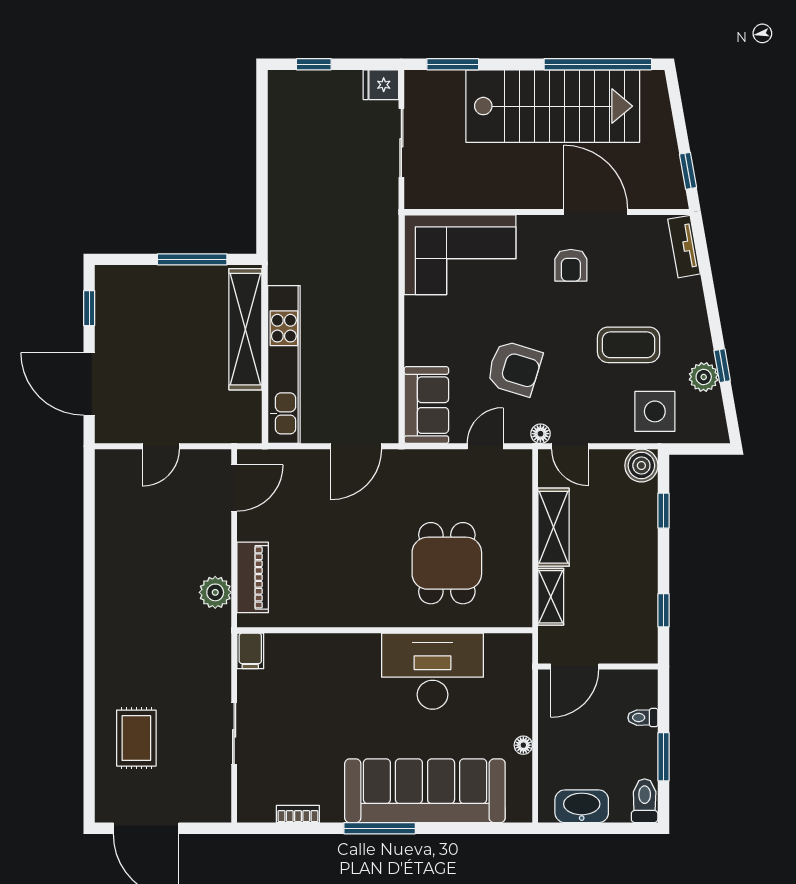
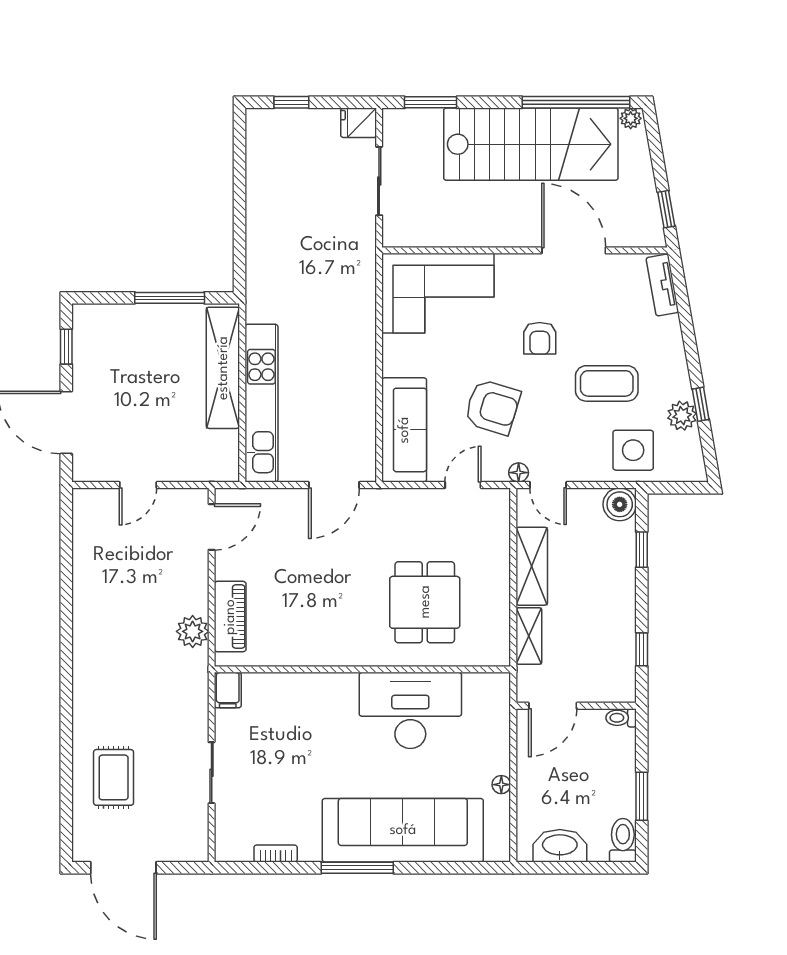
plant: (652, 80) -> (631, 118), added
armchair: (571, 265) -> (540, 338), moved
sofa: (426, 405) -> (404, 430), width x1.36
toilet: (643, 718) -> (621, 718), moved

